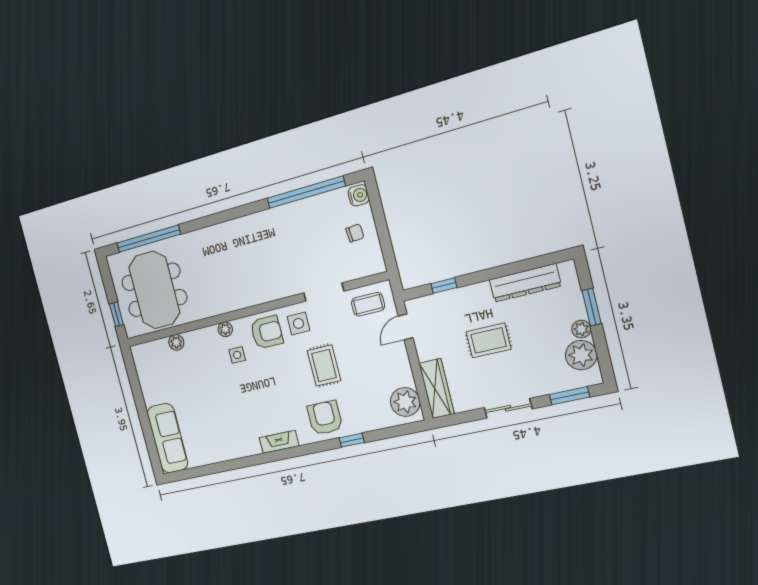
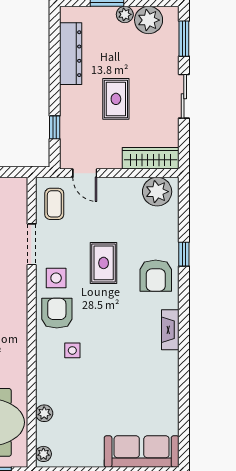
plant: (225, 329) -> (43, 454), moved
rug: (324, 366) -> (104, 263), turned 90
armchair: (325, 418) -> (156, 276), turned -90

